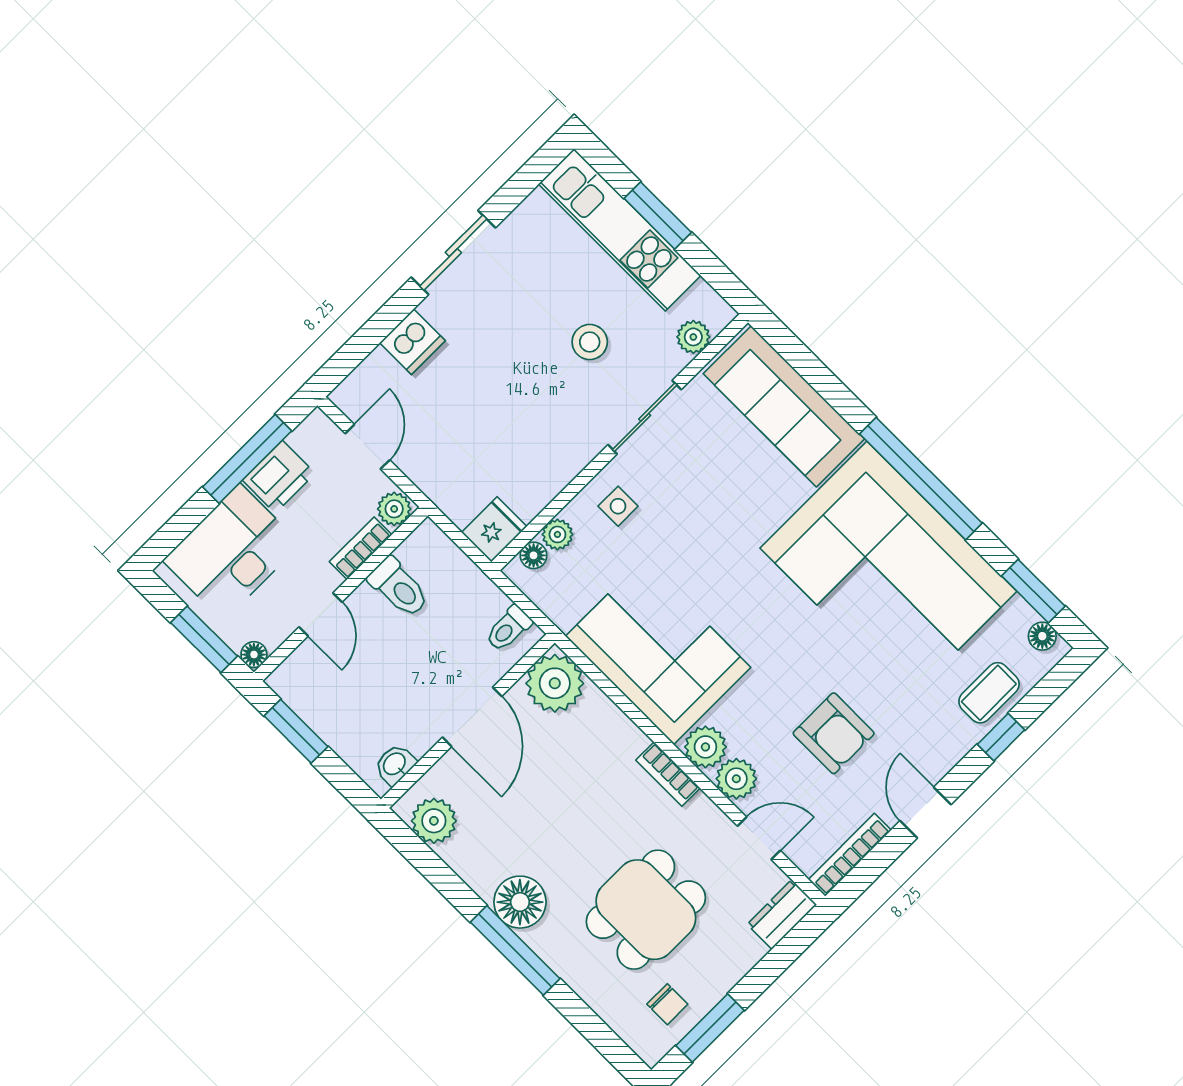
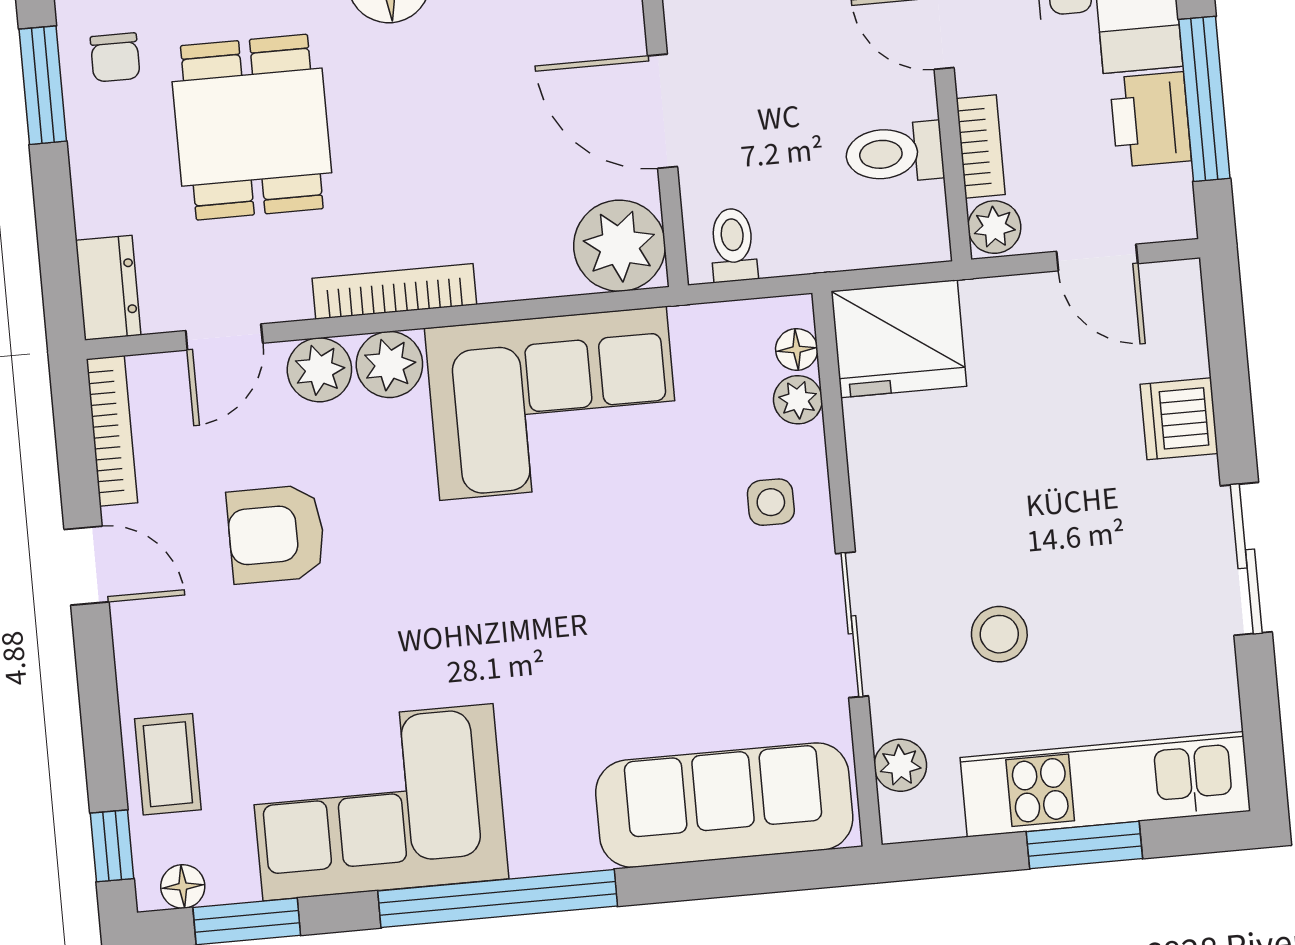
fridge: (494, 529) -> (899, 339), width x1.88, depth x1.34
corner sofa: (888, 570) -> (378, 802), width x0.73, depth x0.74
window: (1001, 737) -> (112, 846), moved
bookcase: (668, 774) -> (394, 291), width x1.56
chair: (667, 1004) -> (115, 57), turned -90

